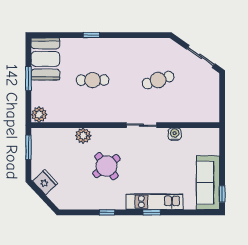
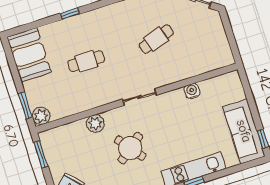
window: (28, 79) -> (25, 105), moved
sliding door: (141, 125) -> (139, 97), moved

